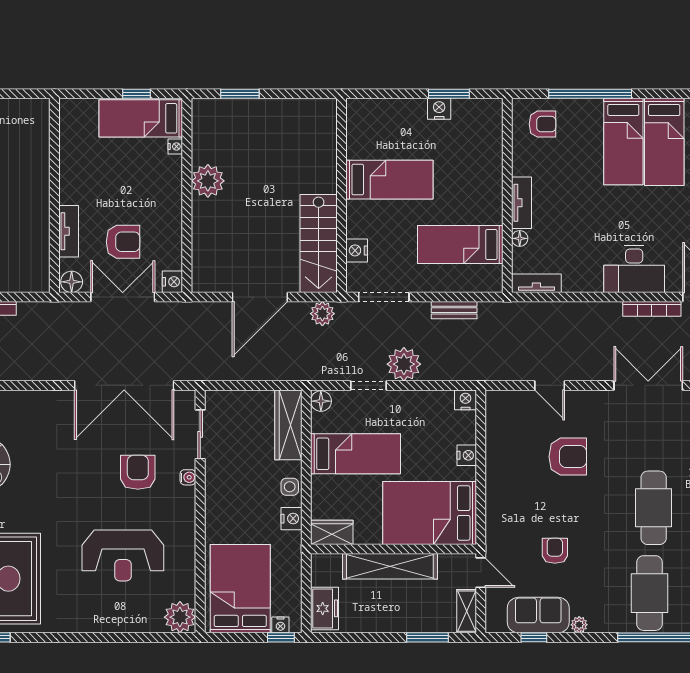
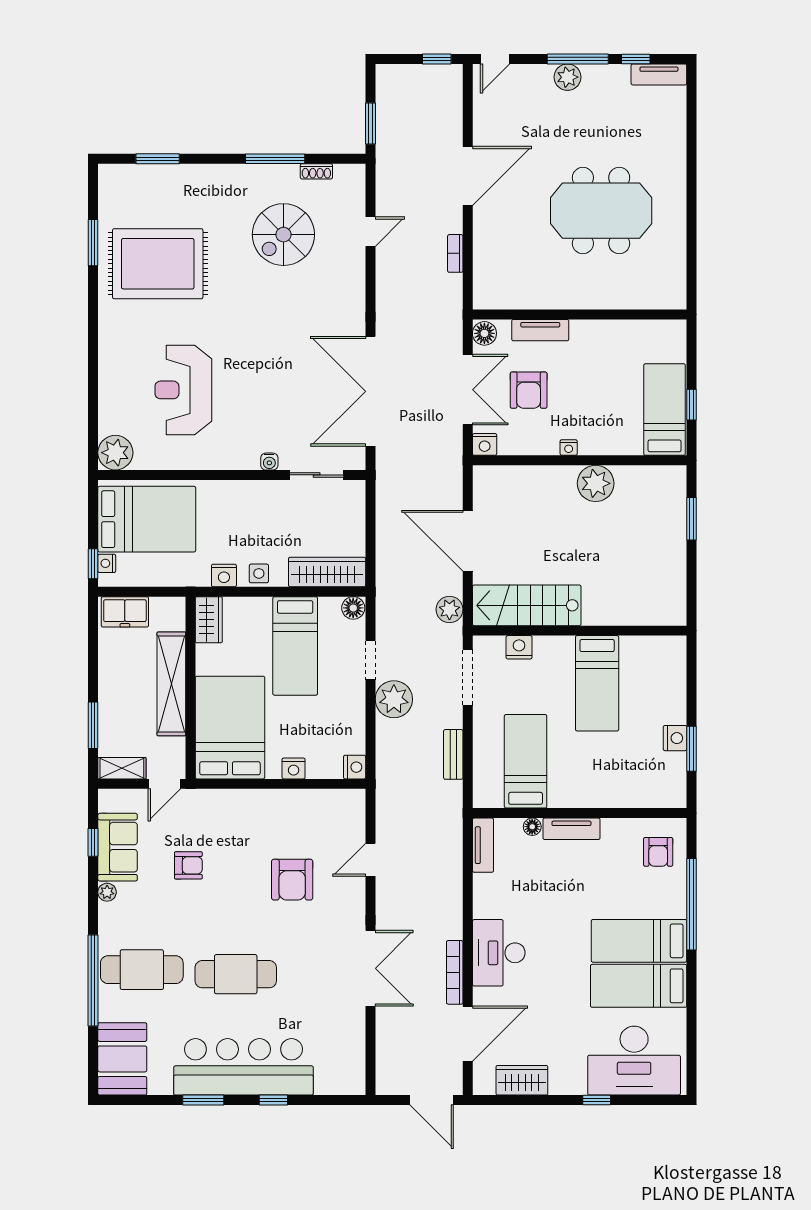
nightstand: (175, 147) -> (569, 448), moved
armchair: (138, 472) -> (275, 406), removed

